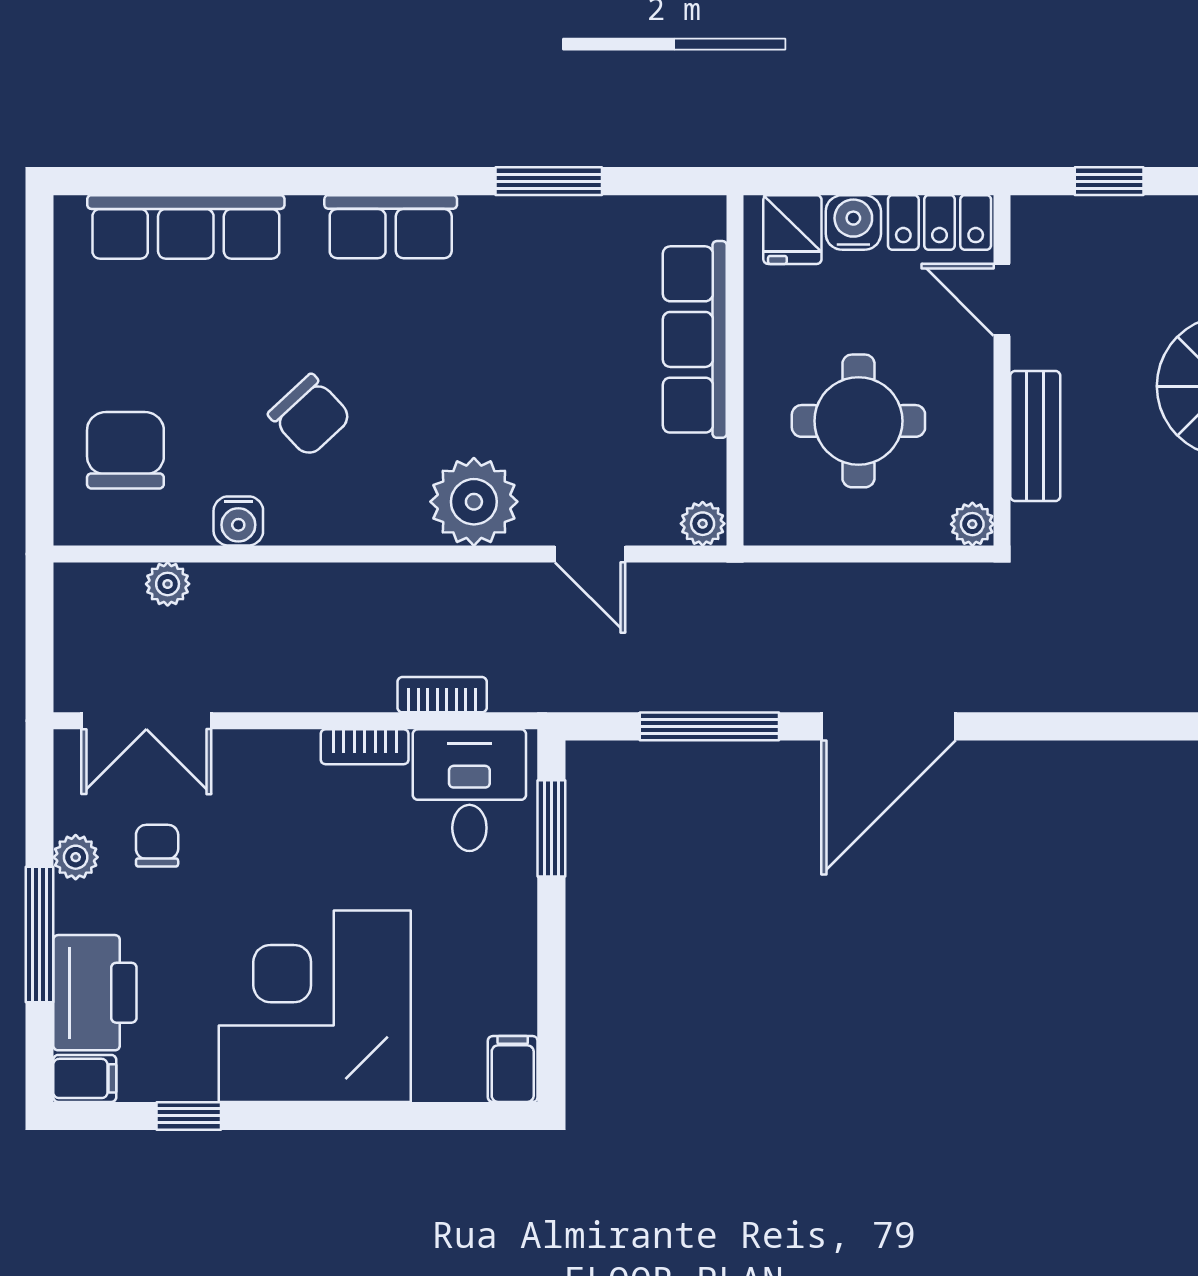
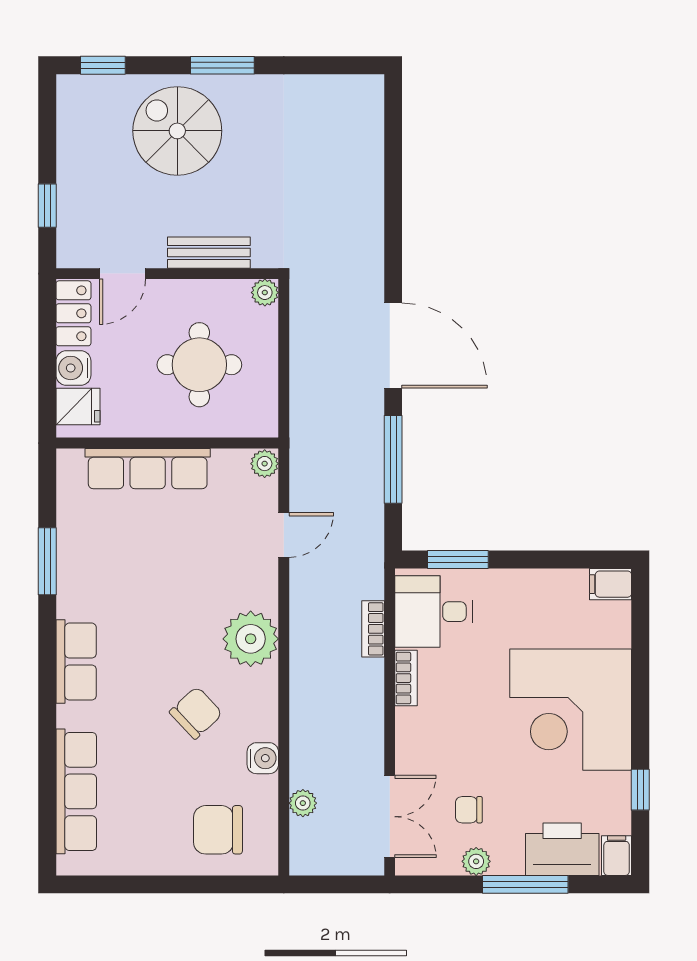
plant: (474, 502) -> (251, 639), moved

